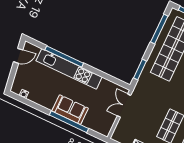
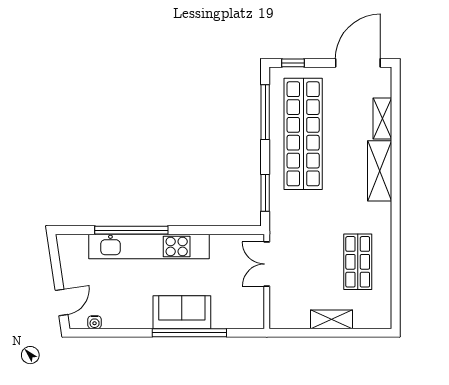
door: (18, 56) -> (61, 302), moved

